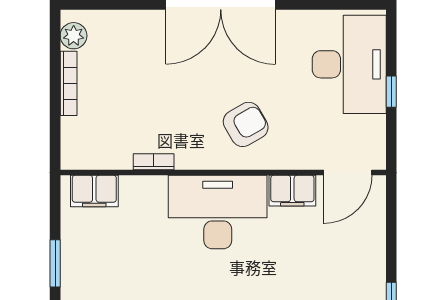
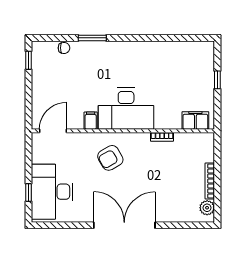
window: (391, 92) -> (29, 193), moved
filing cabinet: (292, 191) -> (91, 121), width x0.50
window: (55, 263) -> (217, 80), width x0.67

